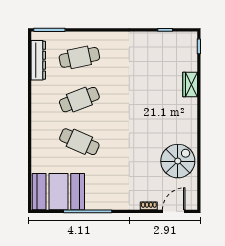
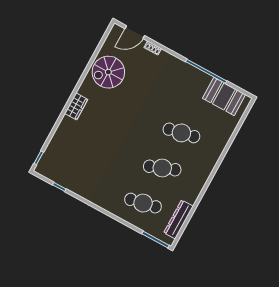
wardrobe: (190, 84) -> (76, 106), moved
cafe table: (79, 142) -> (181, 133), turned -36
booth: (58, 192) -> (224, 96), width x0.73, depth x0.70

